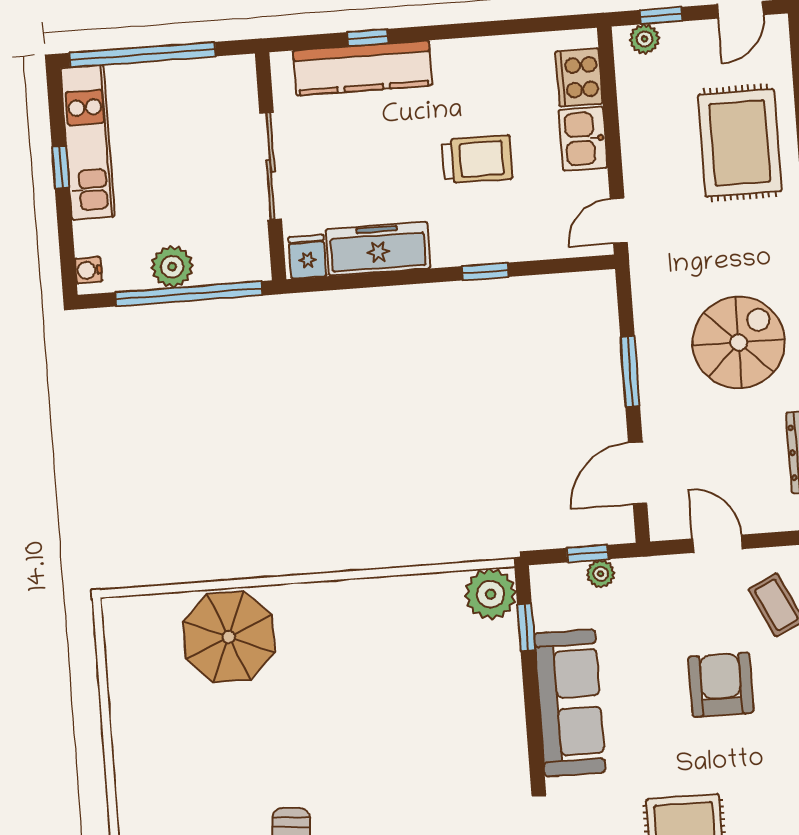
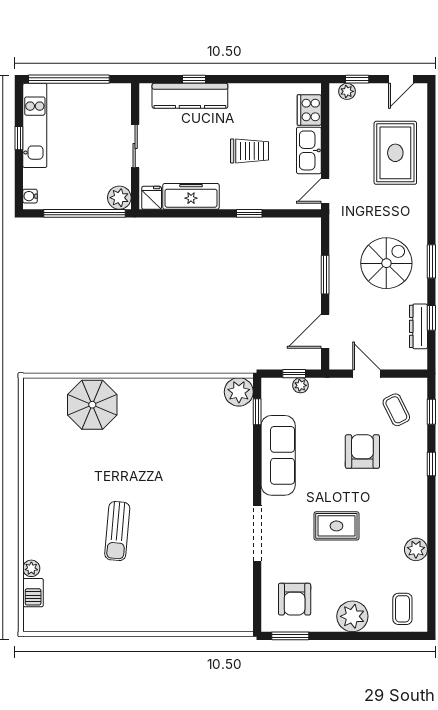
kitchen sink: (583, 139) -> (309, 150), width x1.38
sliding door: (271, 166) -> (135, 146), width x0.73
plant: (172, 267) -> (119, 198), moved

